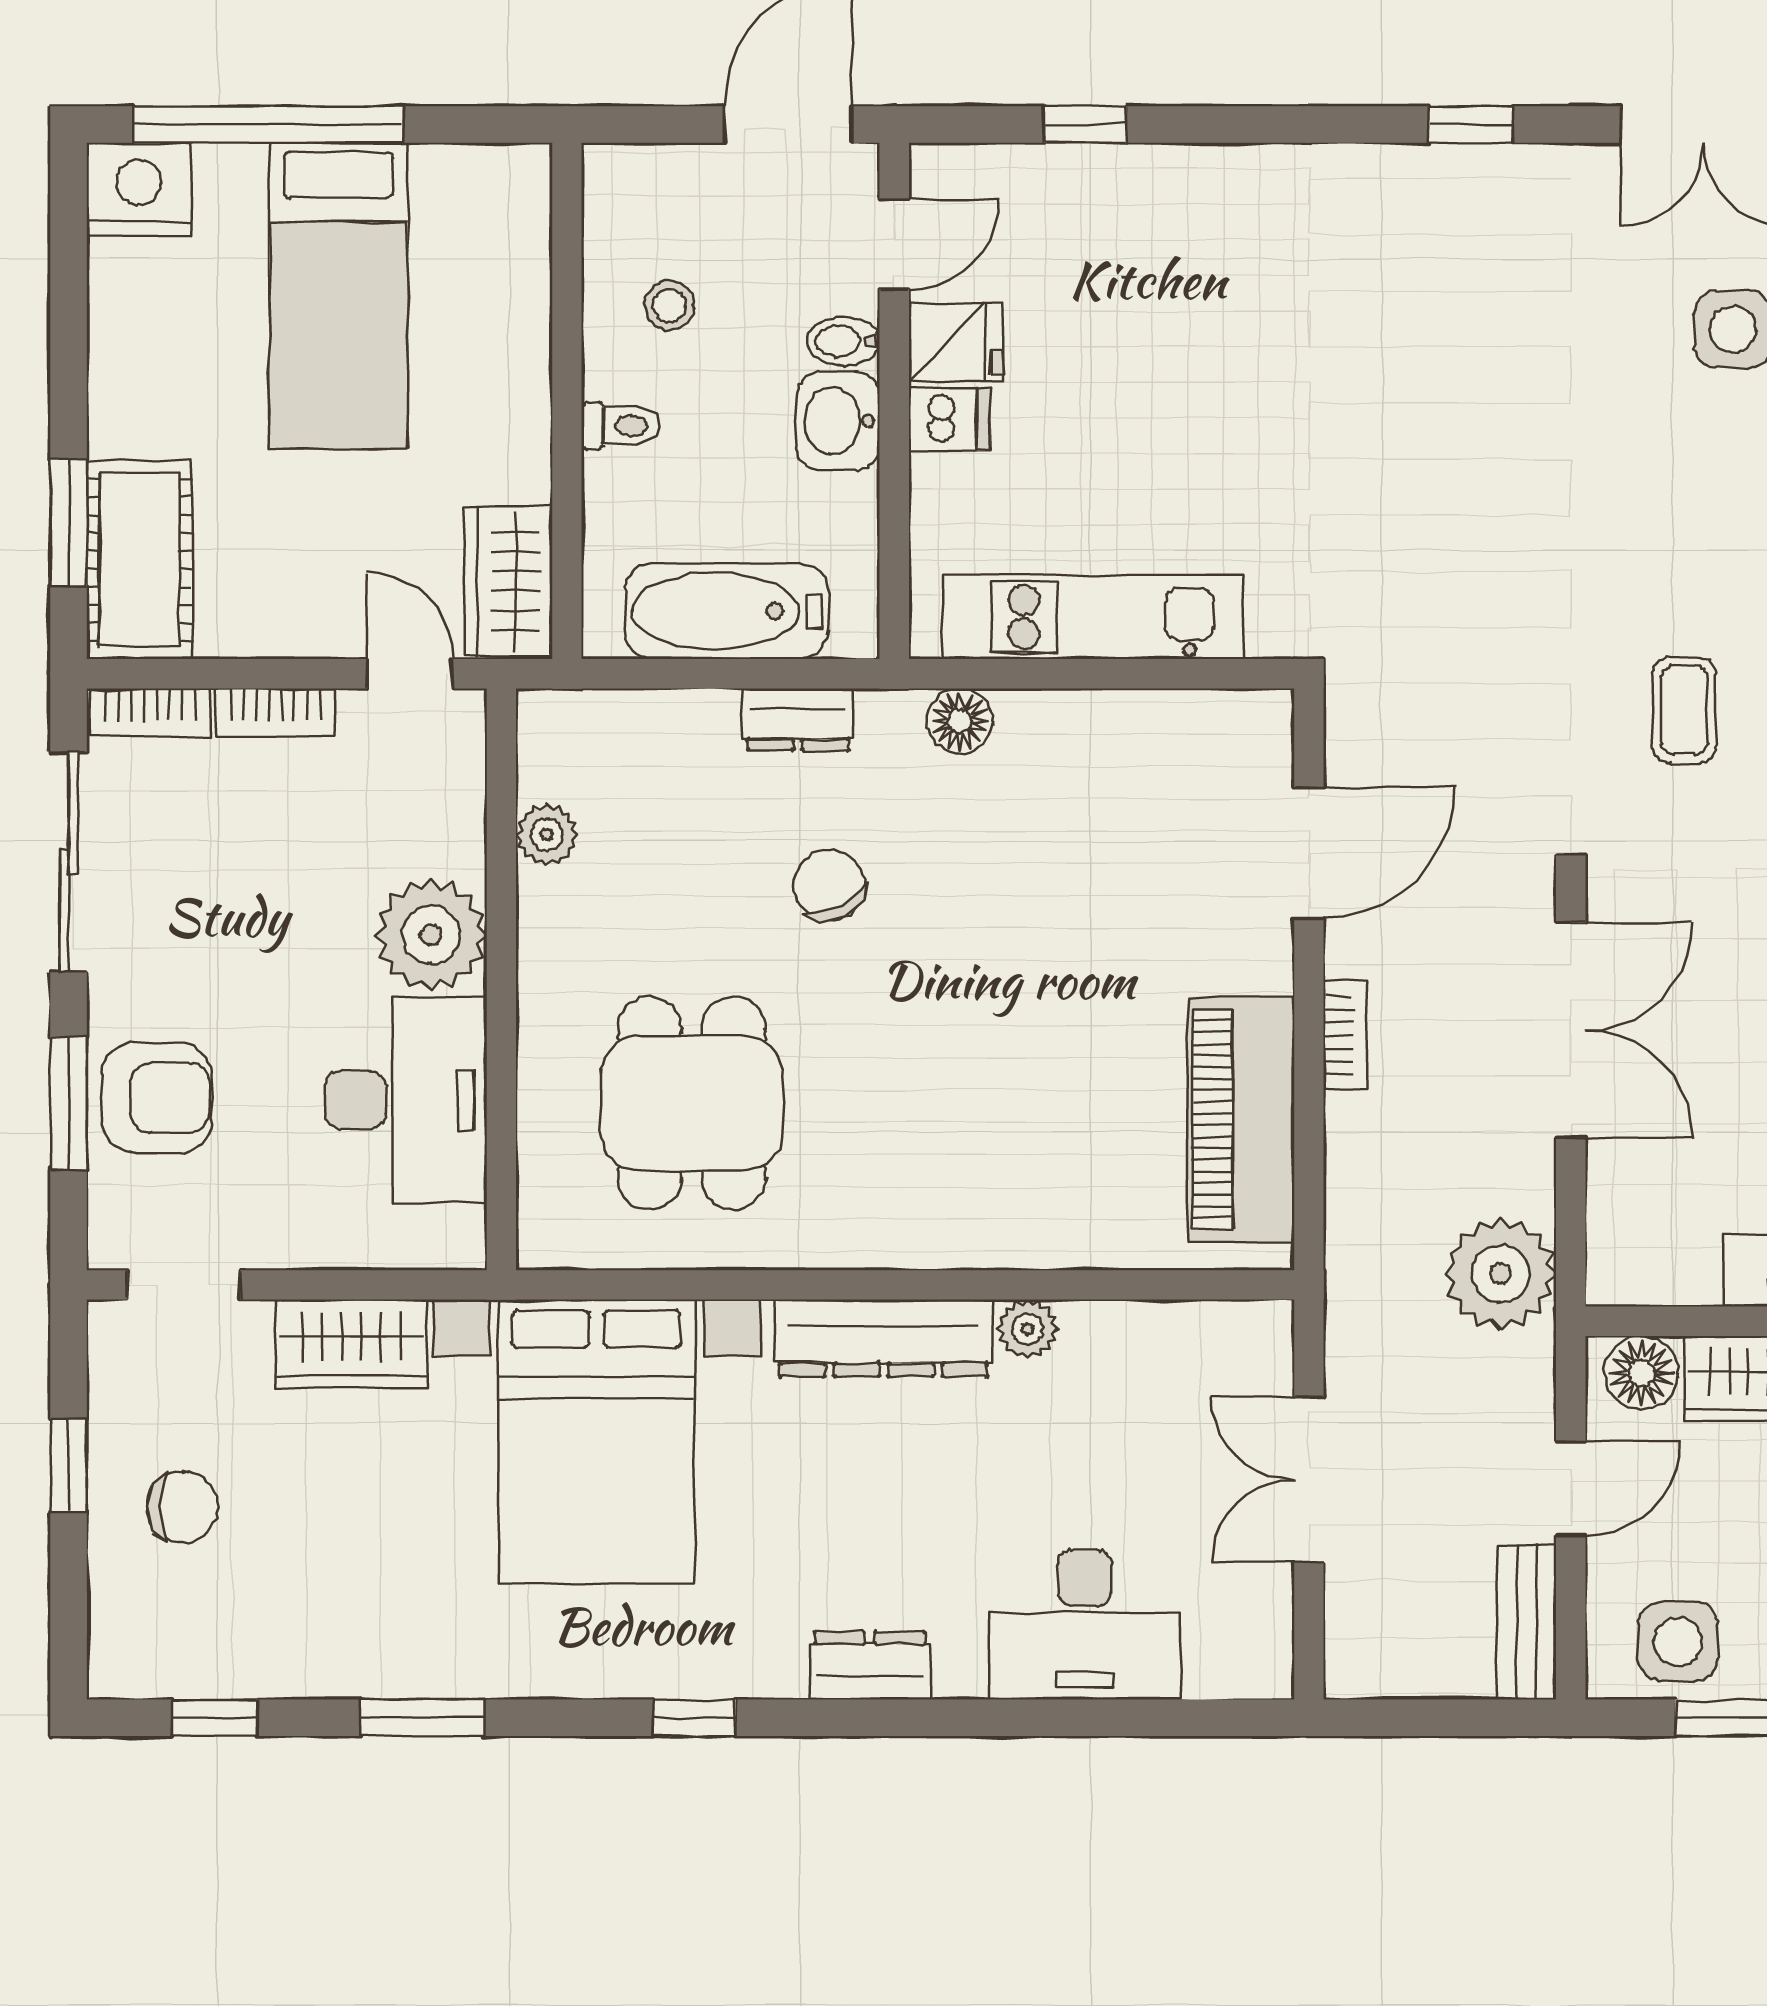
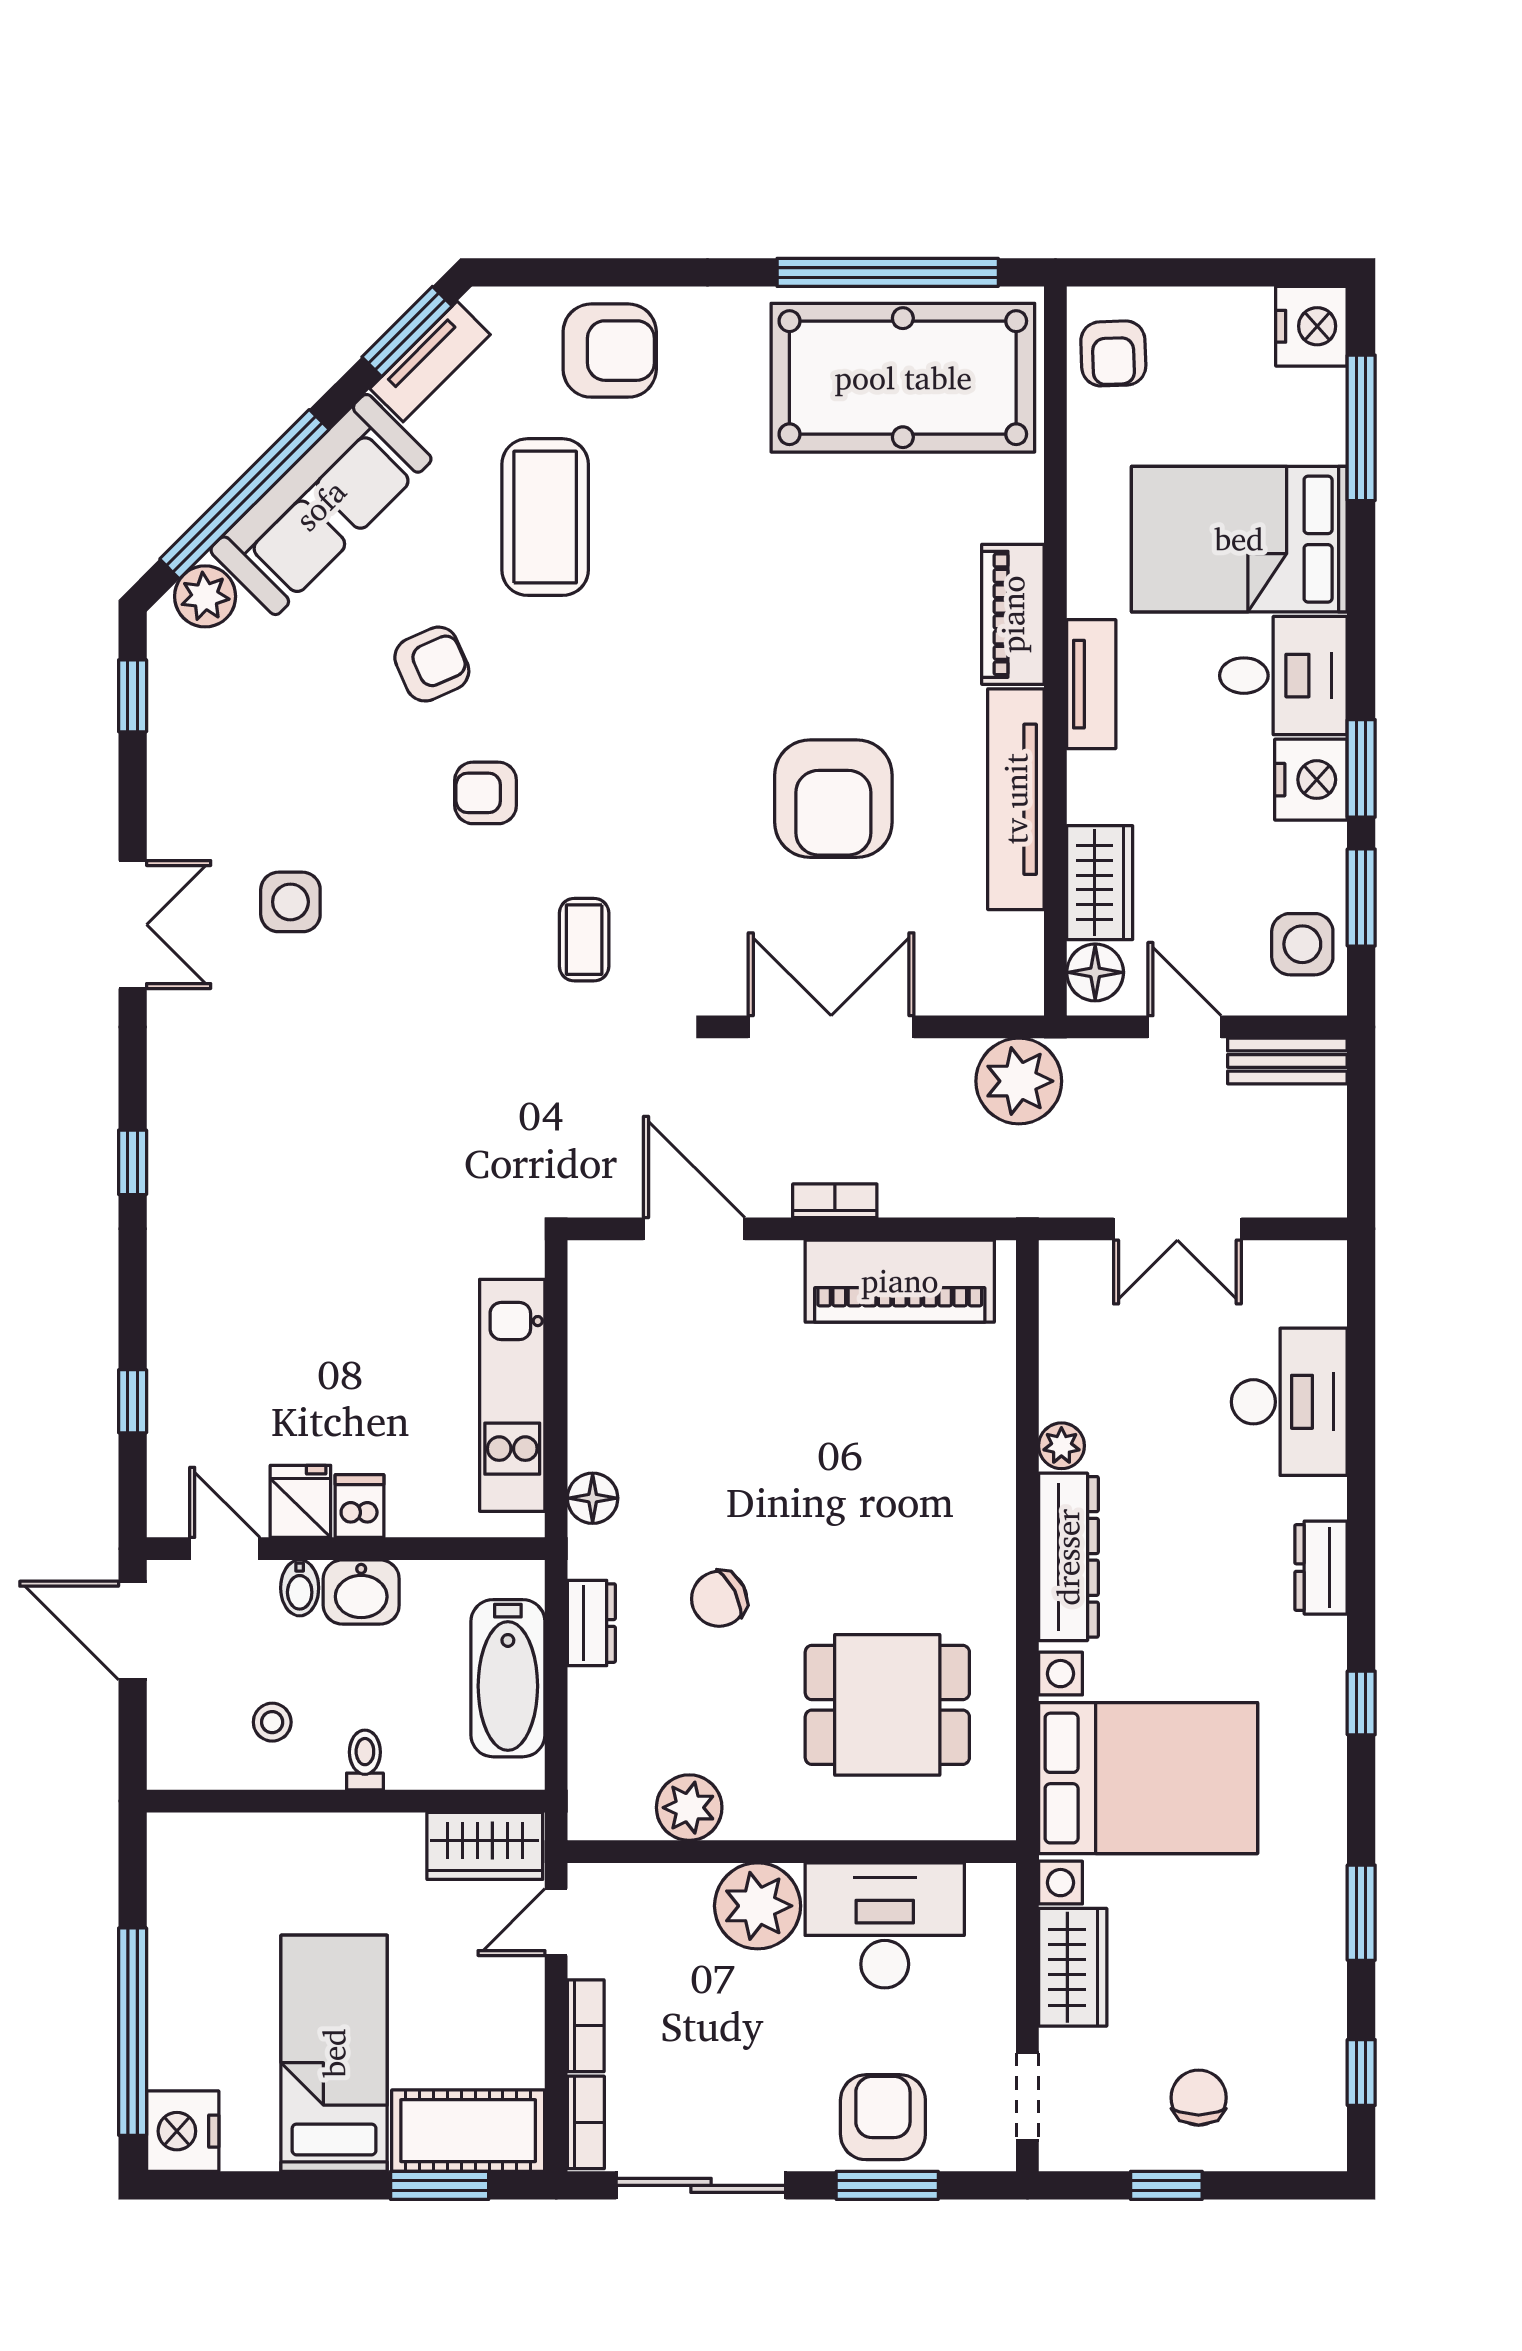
window: (1471, 125) -> (133, 1162), moved
bed: (338, 296) -> (334, 2053), moved, turned -90
coffee table: (1684, 710) -> (584, 940), turned 90
plant: (547, 835) -> (689, 1808), width x1.38, depth x1.38

